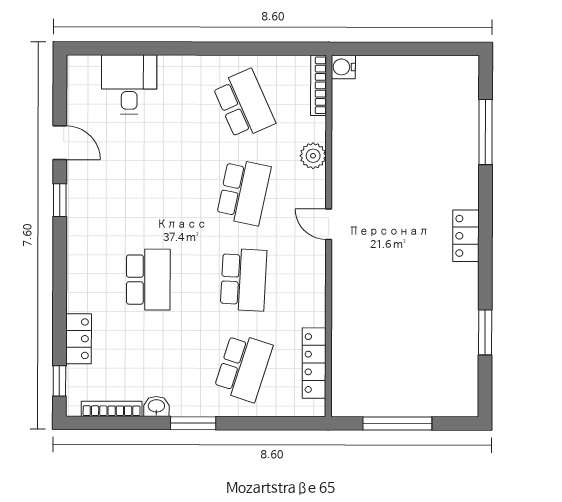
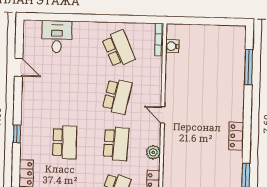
water cooler: (343, 67) -> (172, 46), moved
plant: (313, 156) -> (153, 152), moved
window: (60, 200) -> (17, 134), moved
locker: (466, 236) -> (236, 136), moved

